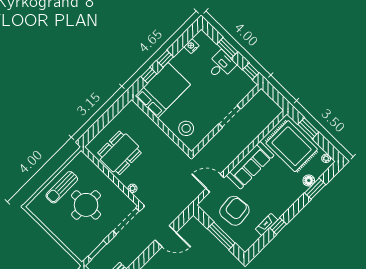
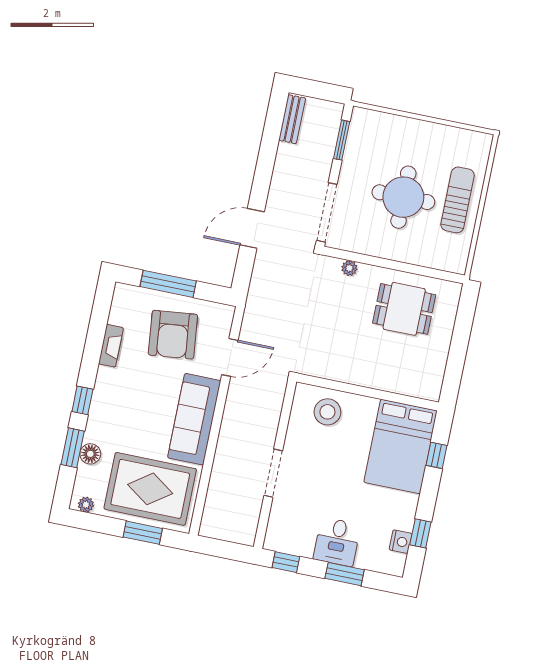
window: (165, 59) -> (420, 533), moved
dining table: (119, 153) -> (404, 309), width x0.73
window: (278, 226) -> (82, 400), moved

